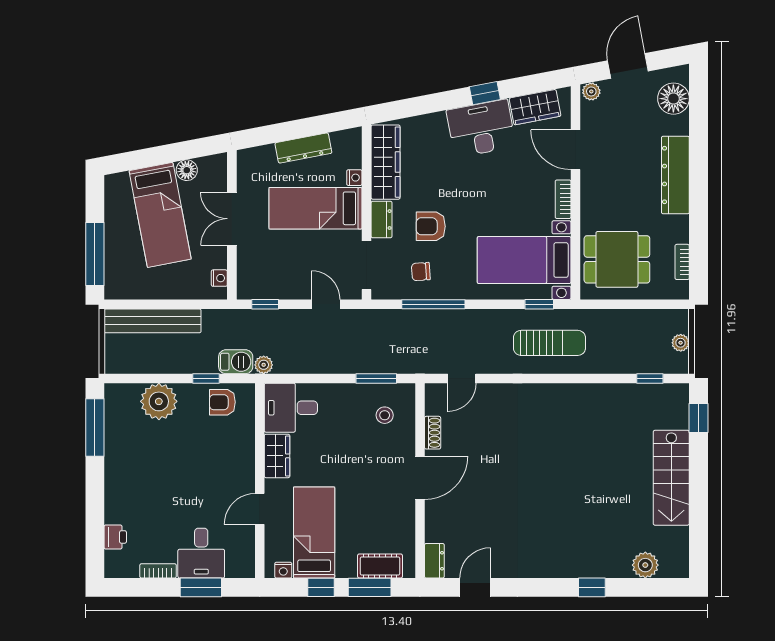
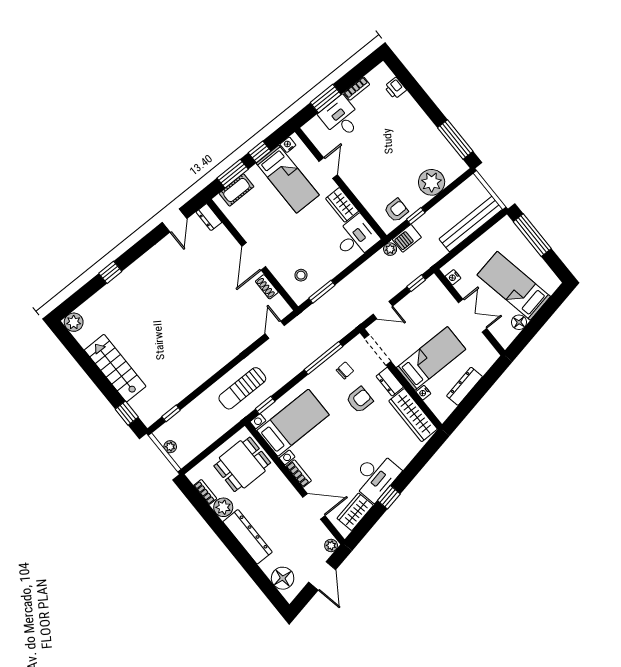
plant: (676, 229) -> (223, 507), added
plant: (645, 565) -> (74, 322), moved

